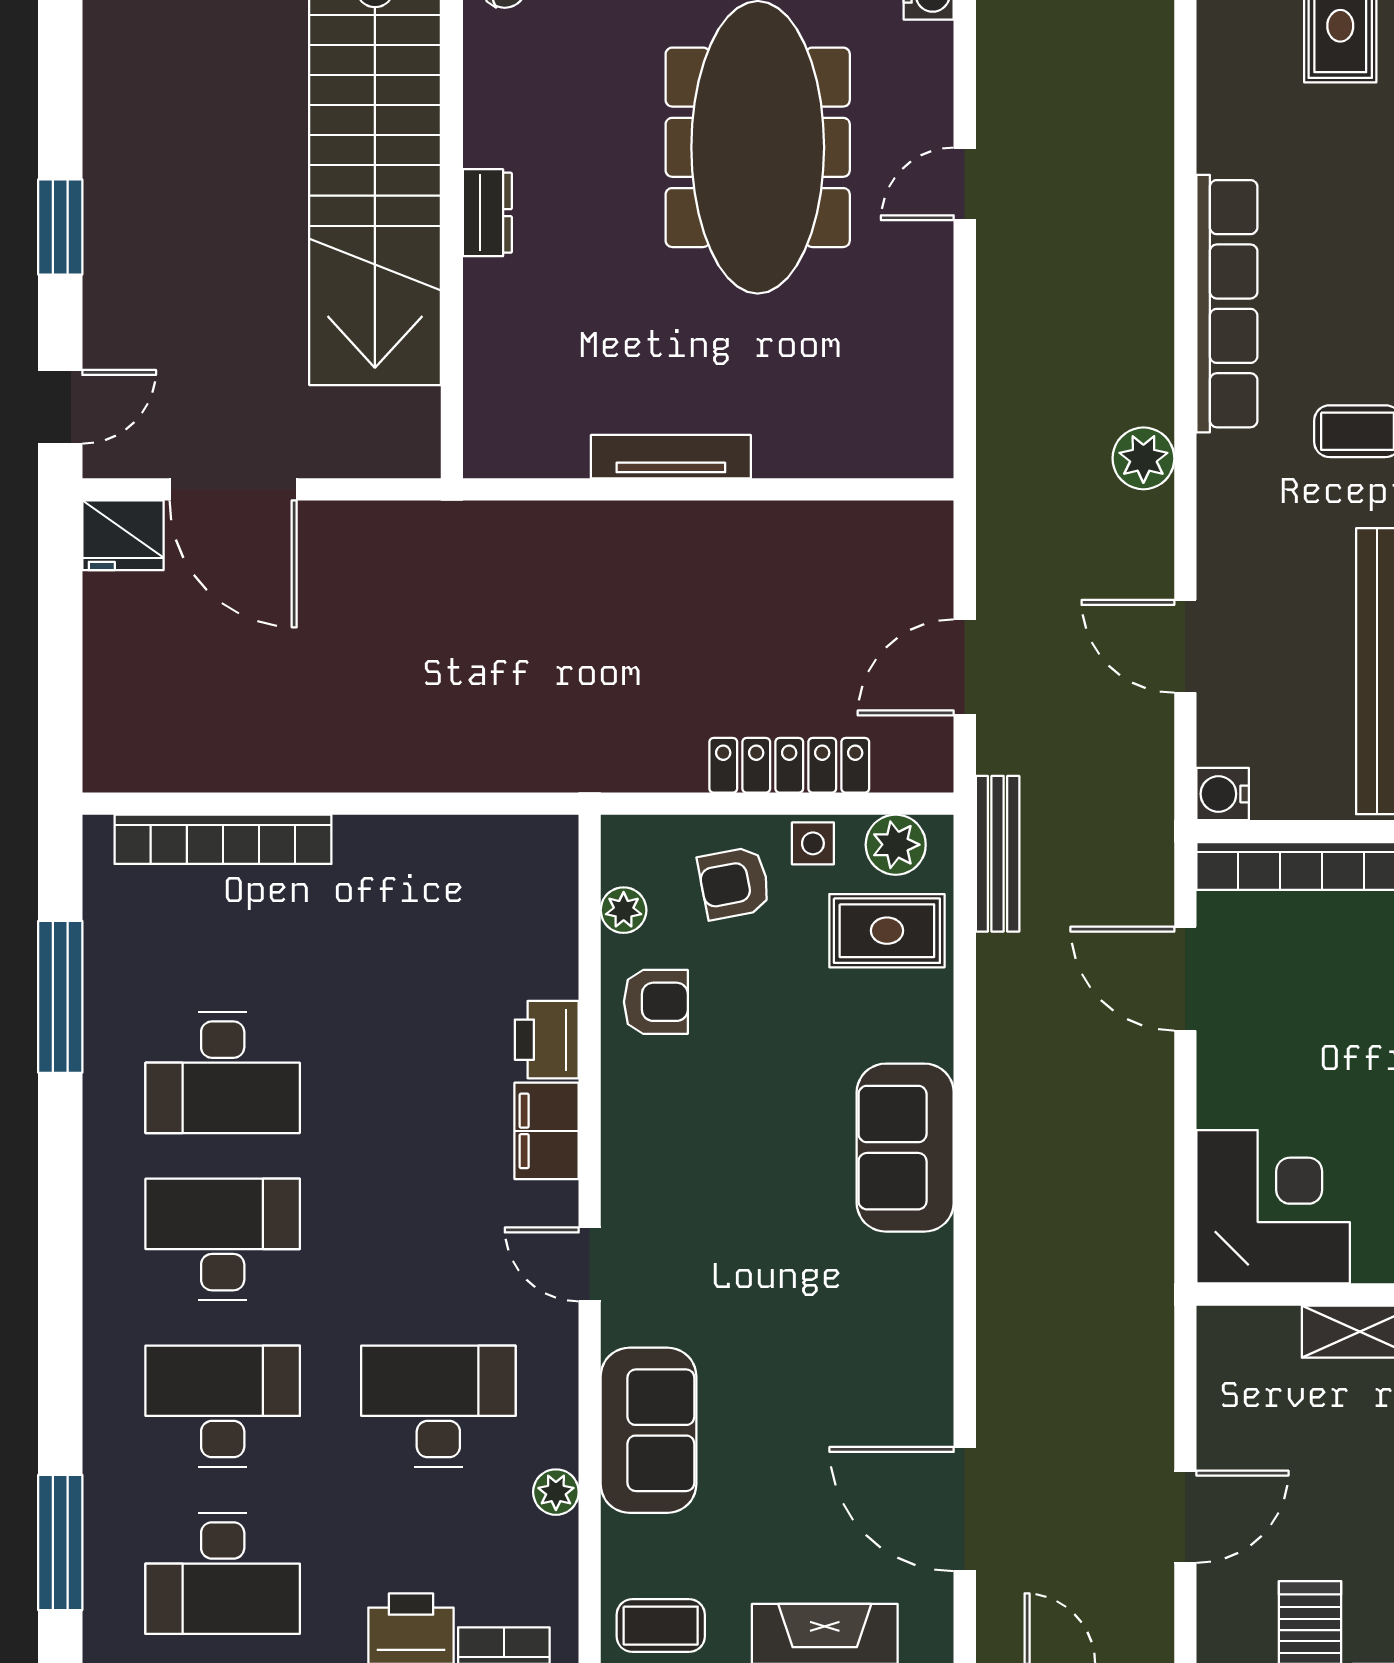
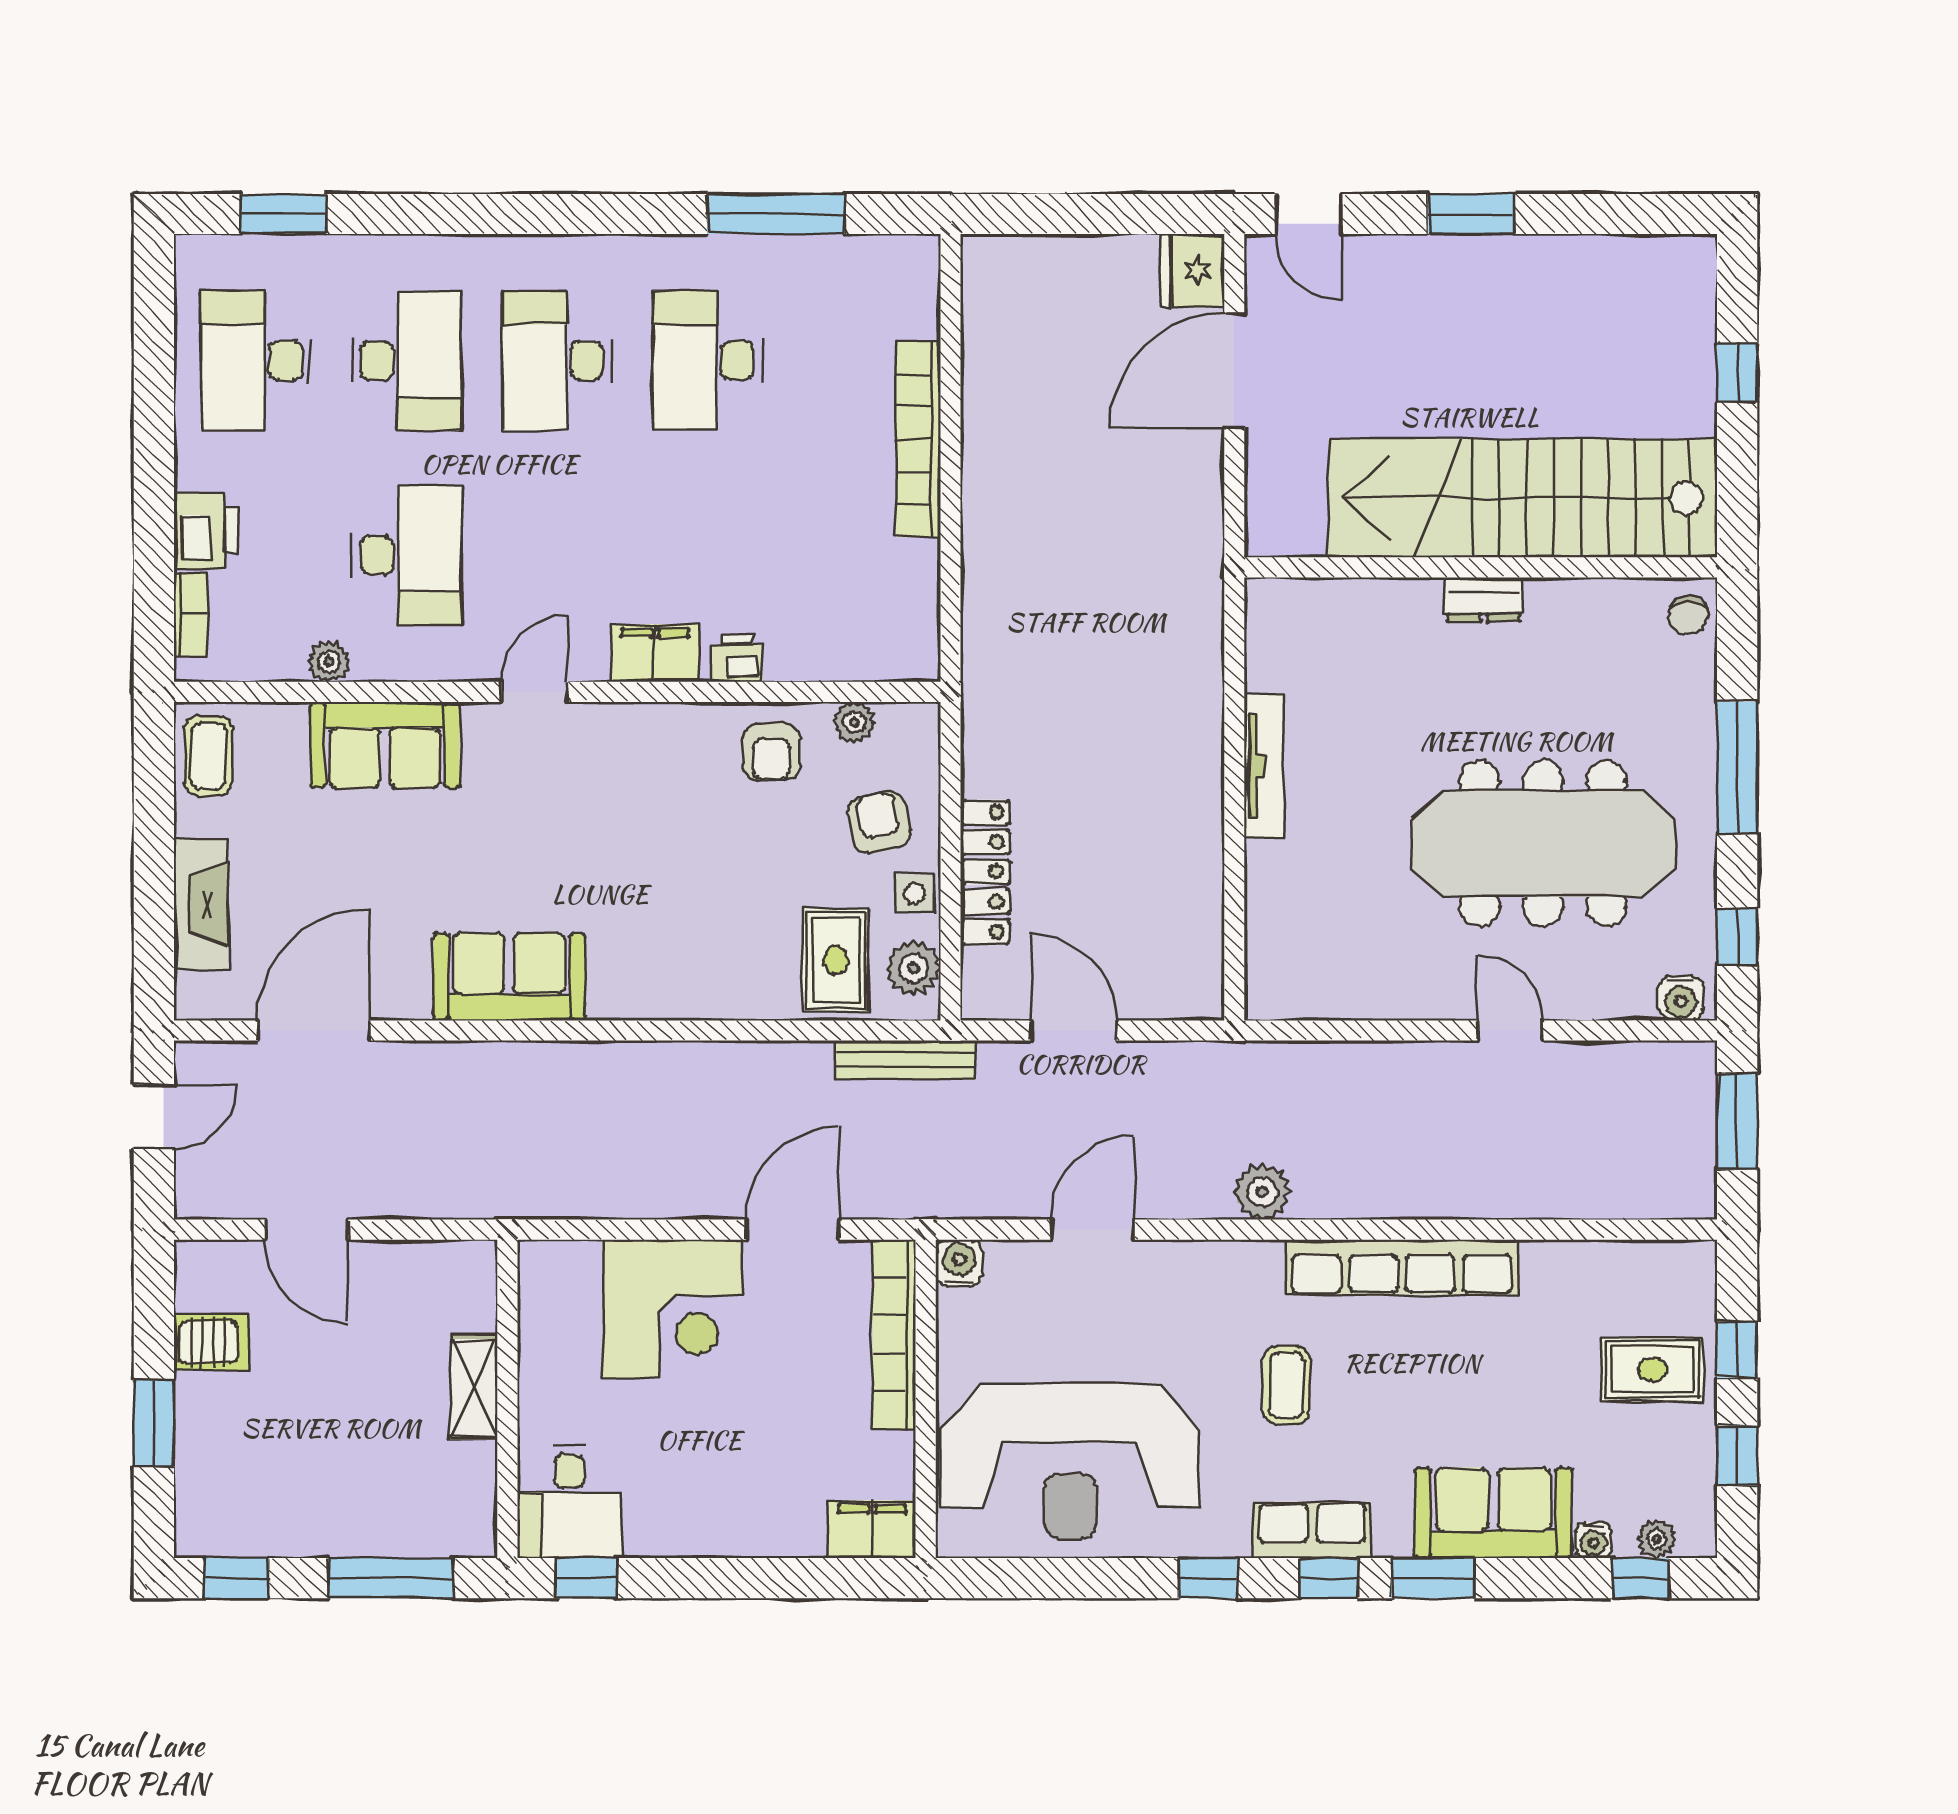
bookcase: (223, 839) -> (918, 439), moved
printer: (547, 1040) -> (737, 659), width x0.73, depth x0.81
sofa: (905, 1148) -> (509, 977), moved
corner desk: (1273, 1207) -> (672, 1309), moved
desk: (223, 1239) -> (557, 361), turned 180
window: (60, 1542) -> (283, 214), width x0.69

